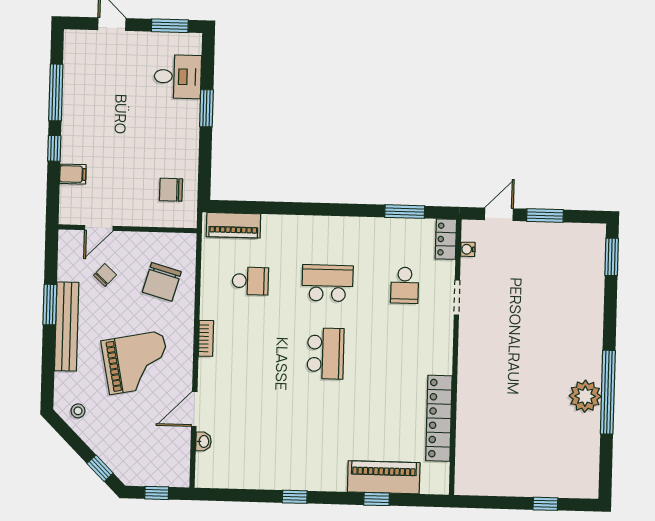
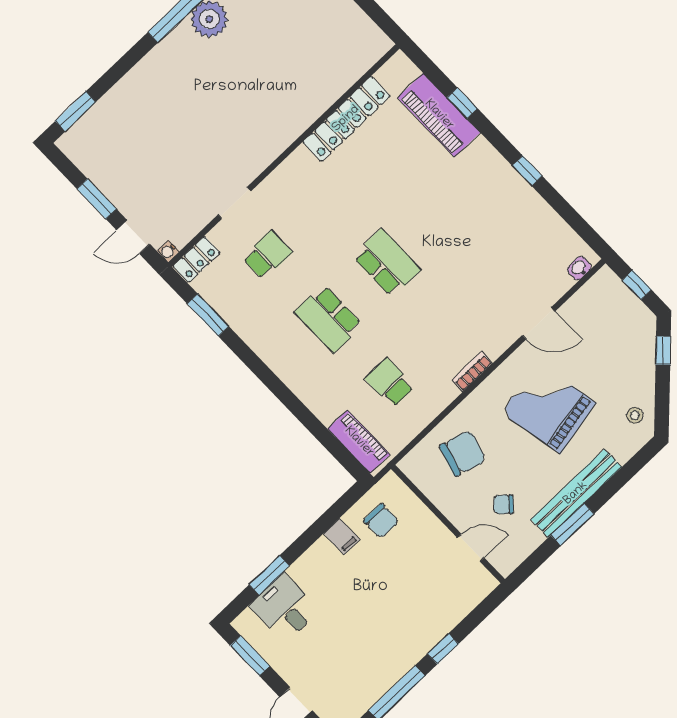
window: (206, 108) -> (269, 575), moved
filing cabinet: (73, 174) -> (342, 536), moved, turned 180
water cooler: (468, 249) -> (168, 251), moved, turned 90
school desk: (326, 354) -> (387, 263), turned 90
washbasin: (203, 441) -> (579, 268), moved

